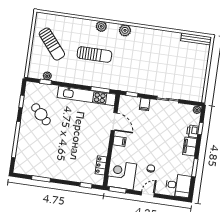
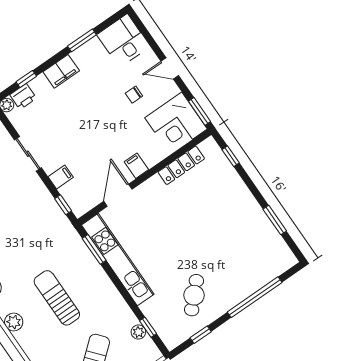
printer: (193, 131) -> (23, 97), moved
locker: (101, 165) -> (181, 165), width x1.53

